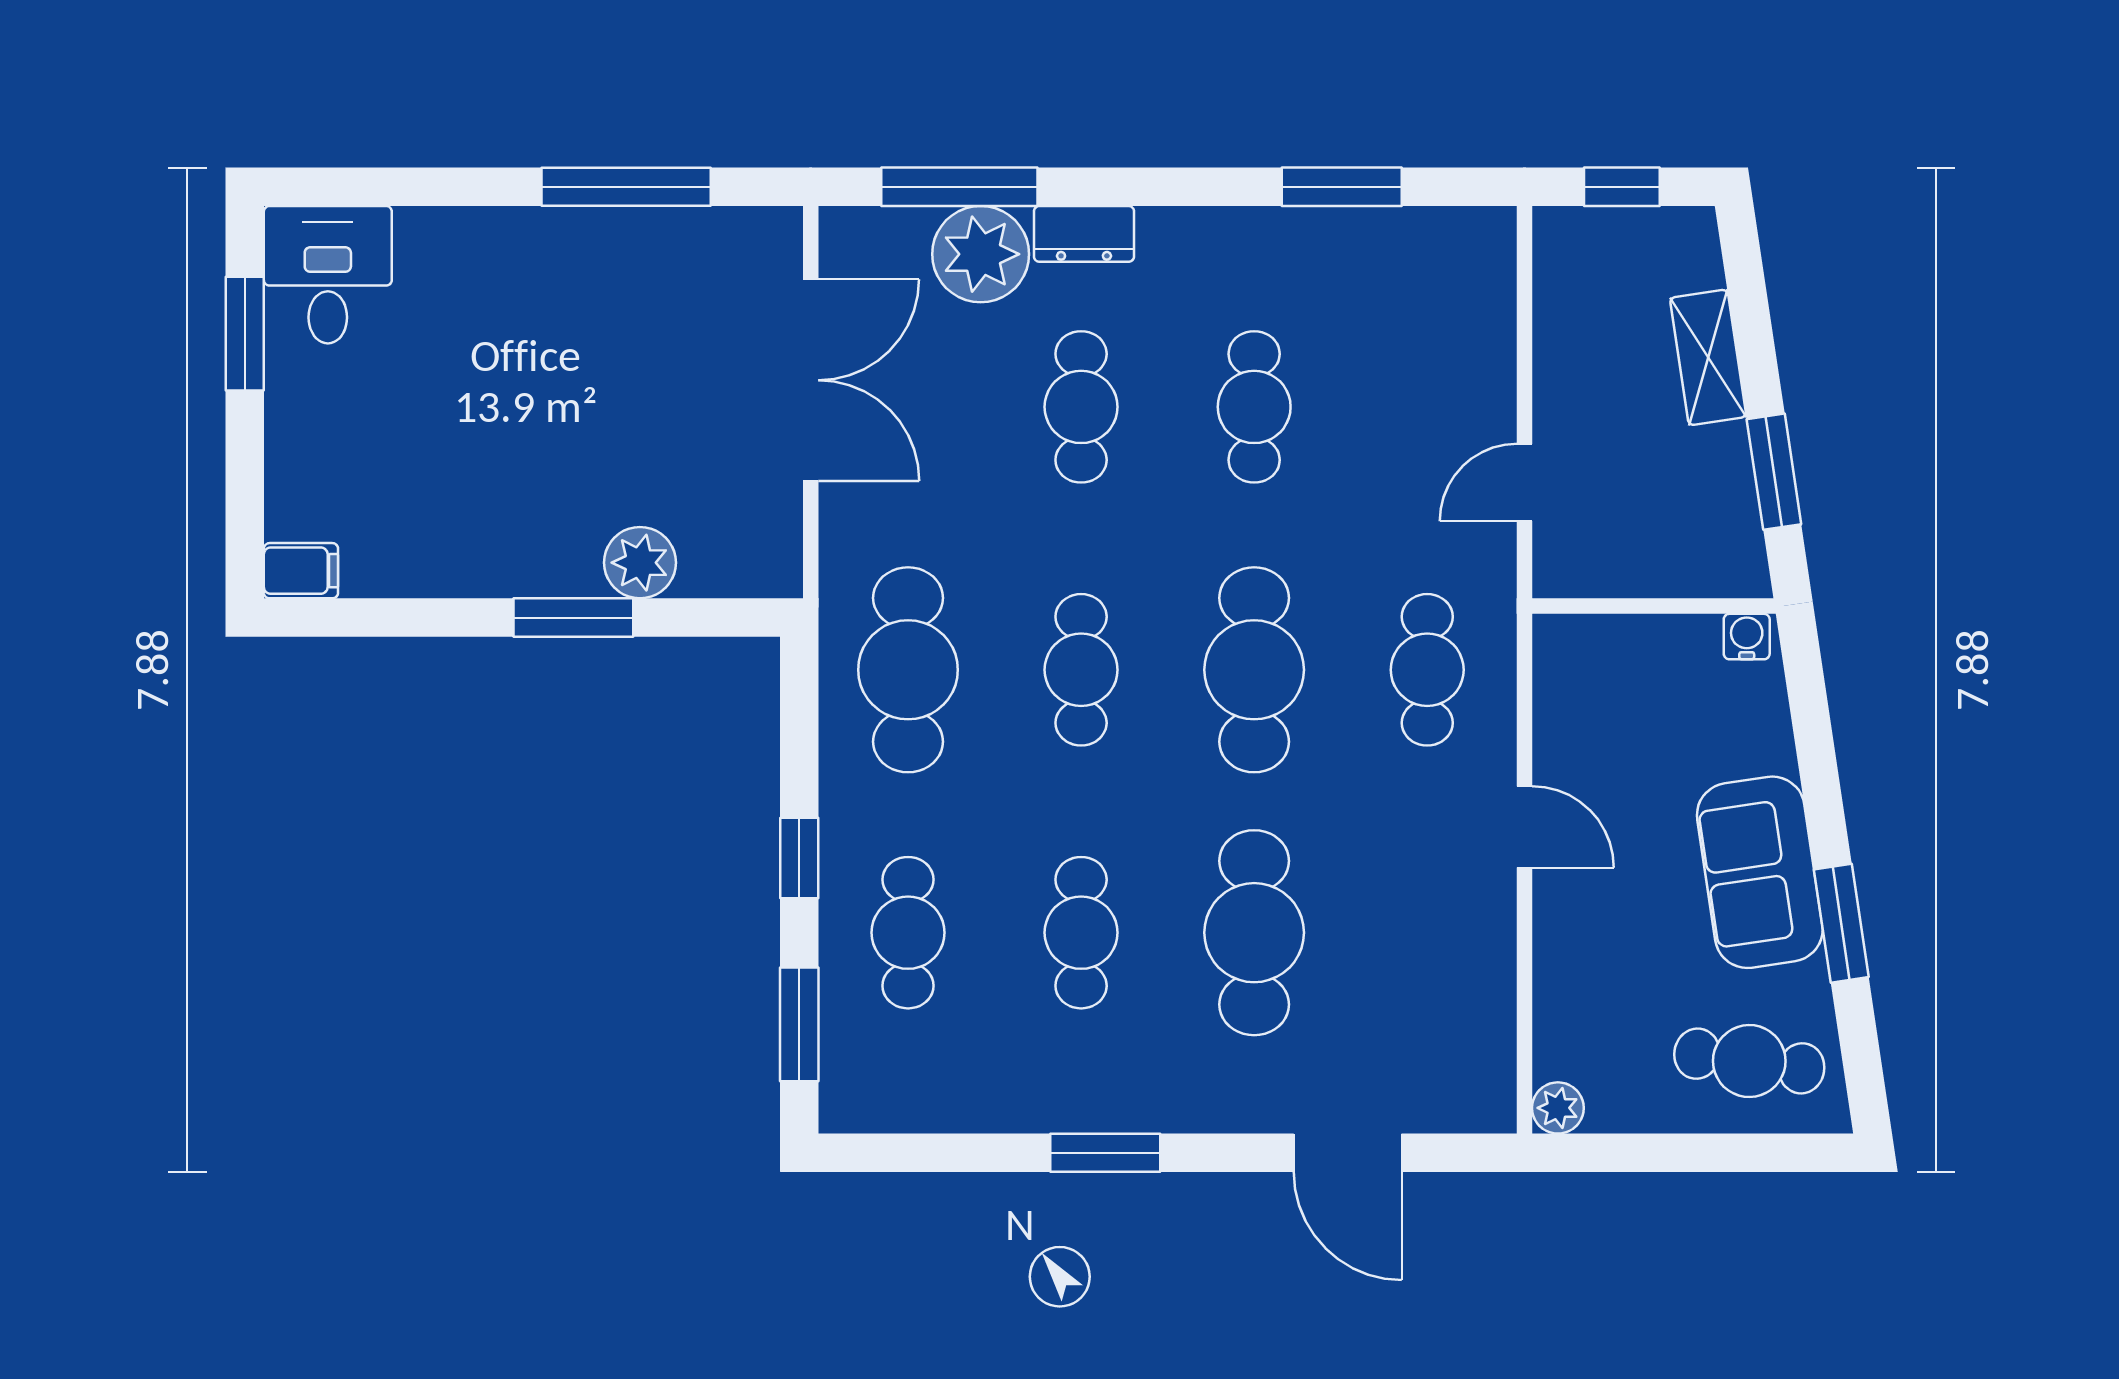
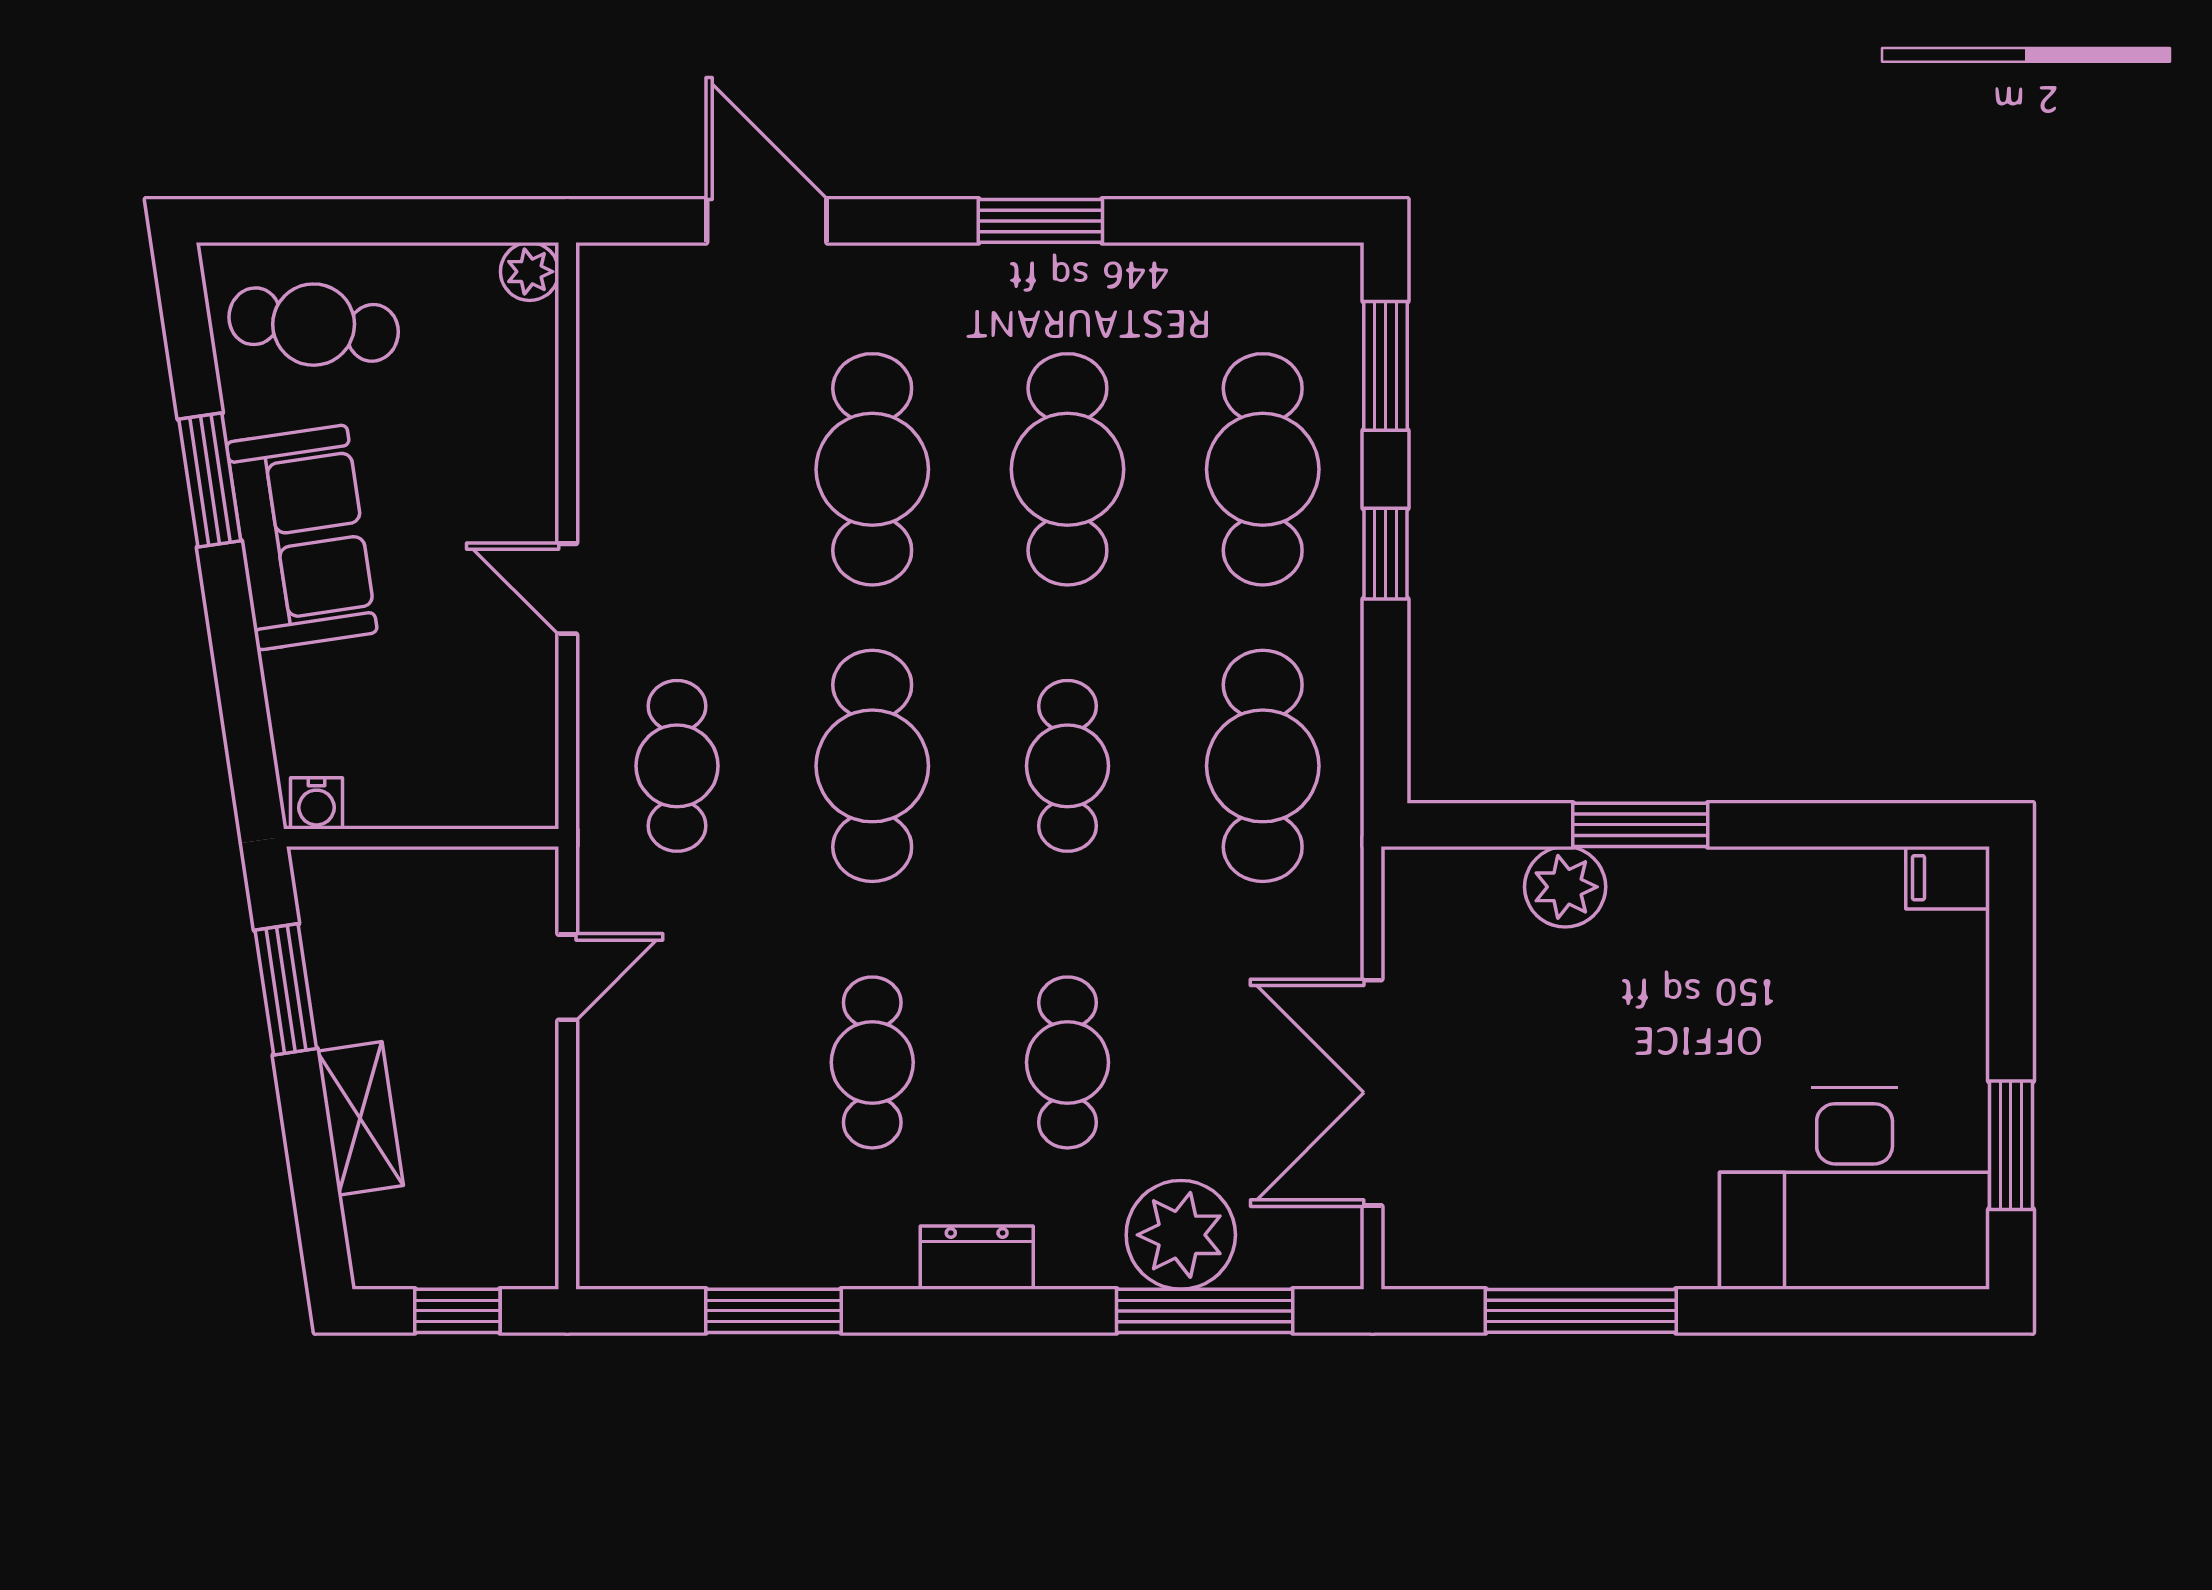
dresser: (1084, 234) -> (977, 1258), moved
desk: (328, 275) -> (1855, 1188), width x1.87, depth x1.30
cafe table: (908, 933) -> (1263, 469), width x1.37, depth x1.35
cafe table: (1081, 933) -> (1067, 469), width x1.37, depth x1.35

